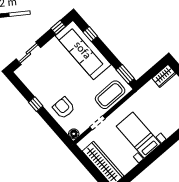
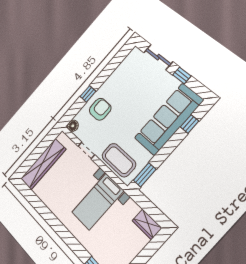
window: (58, 27) -> (182, 75), moved
window: (36, 104) -> (88, 94), moved
bed with nightstands: (138, 135) -> (98, 202), moved, turned 180

